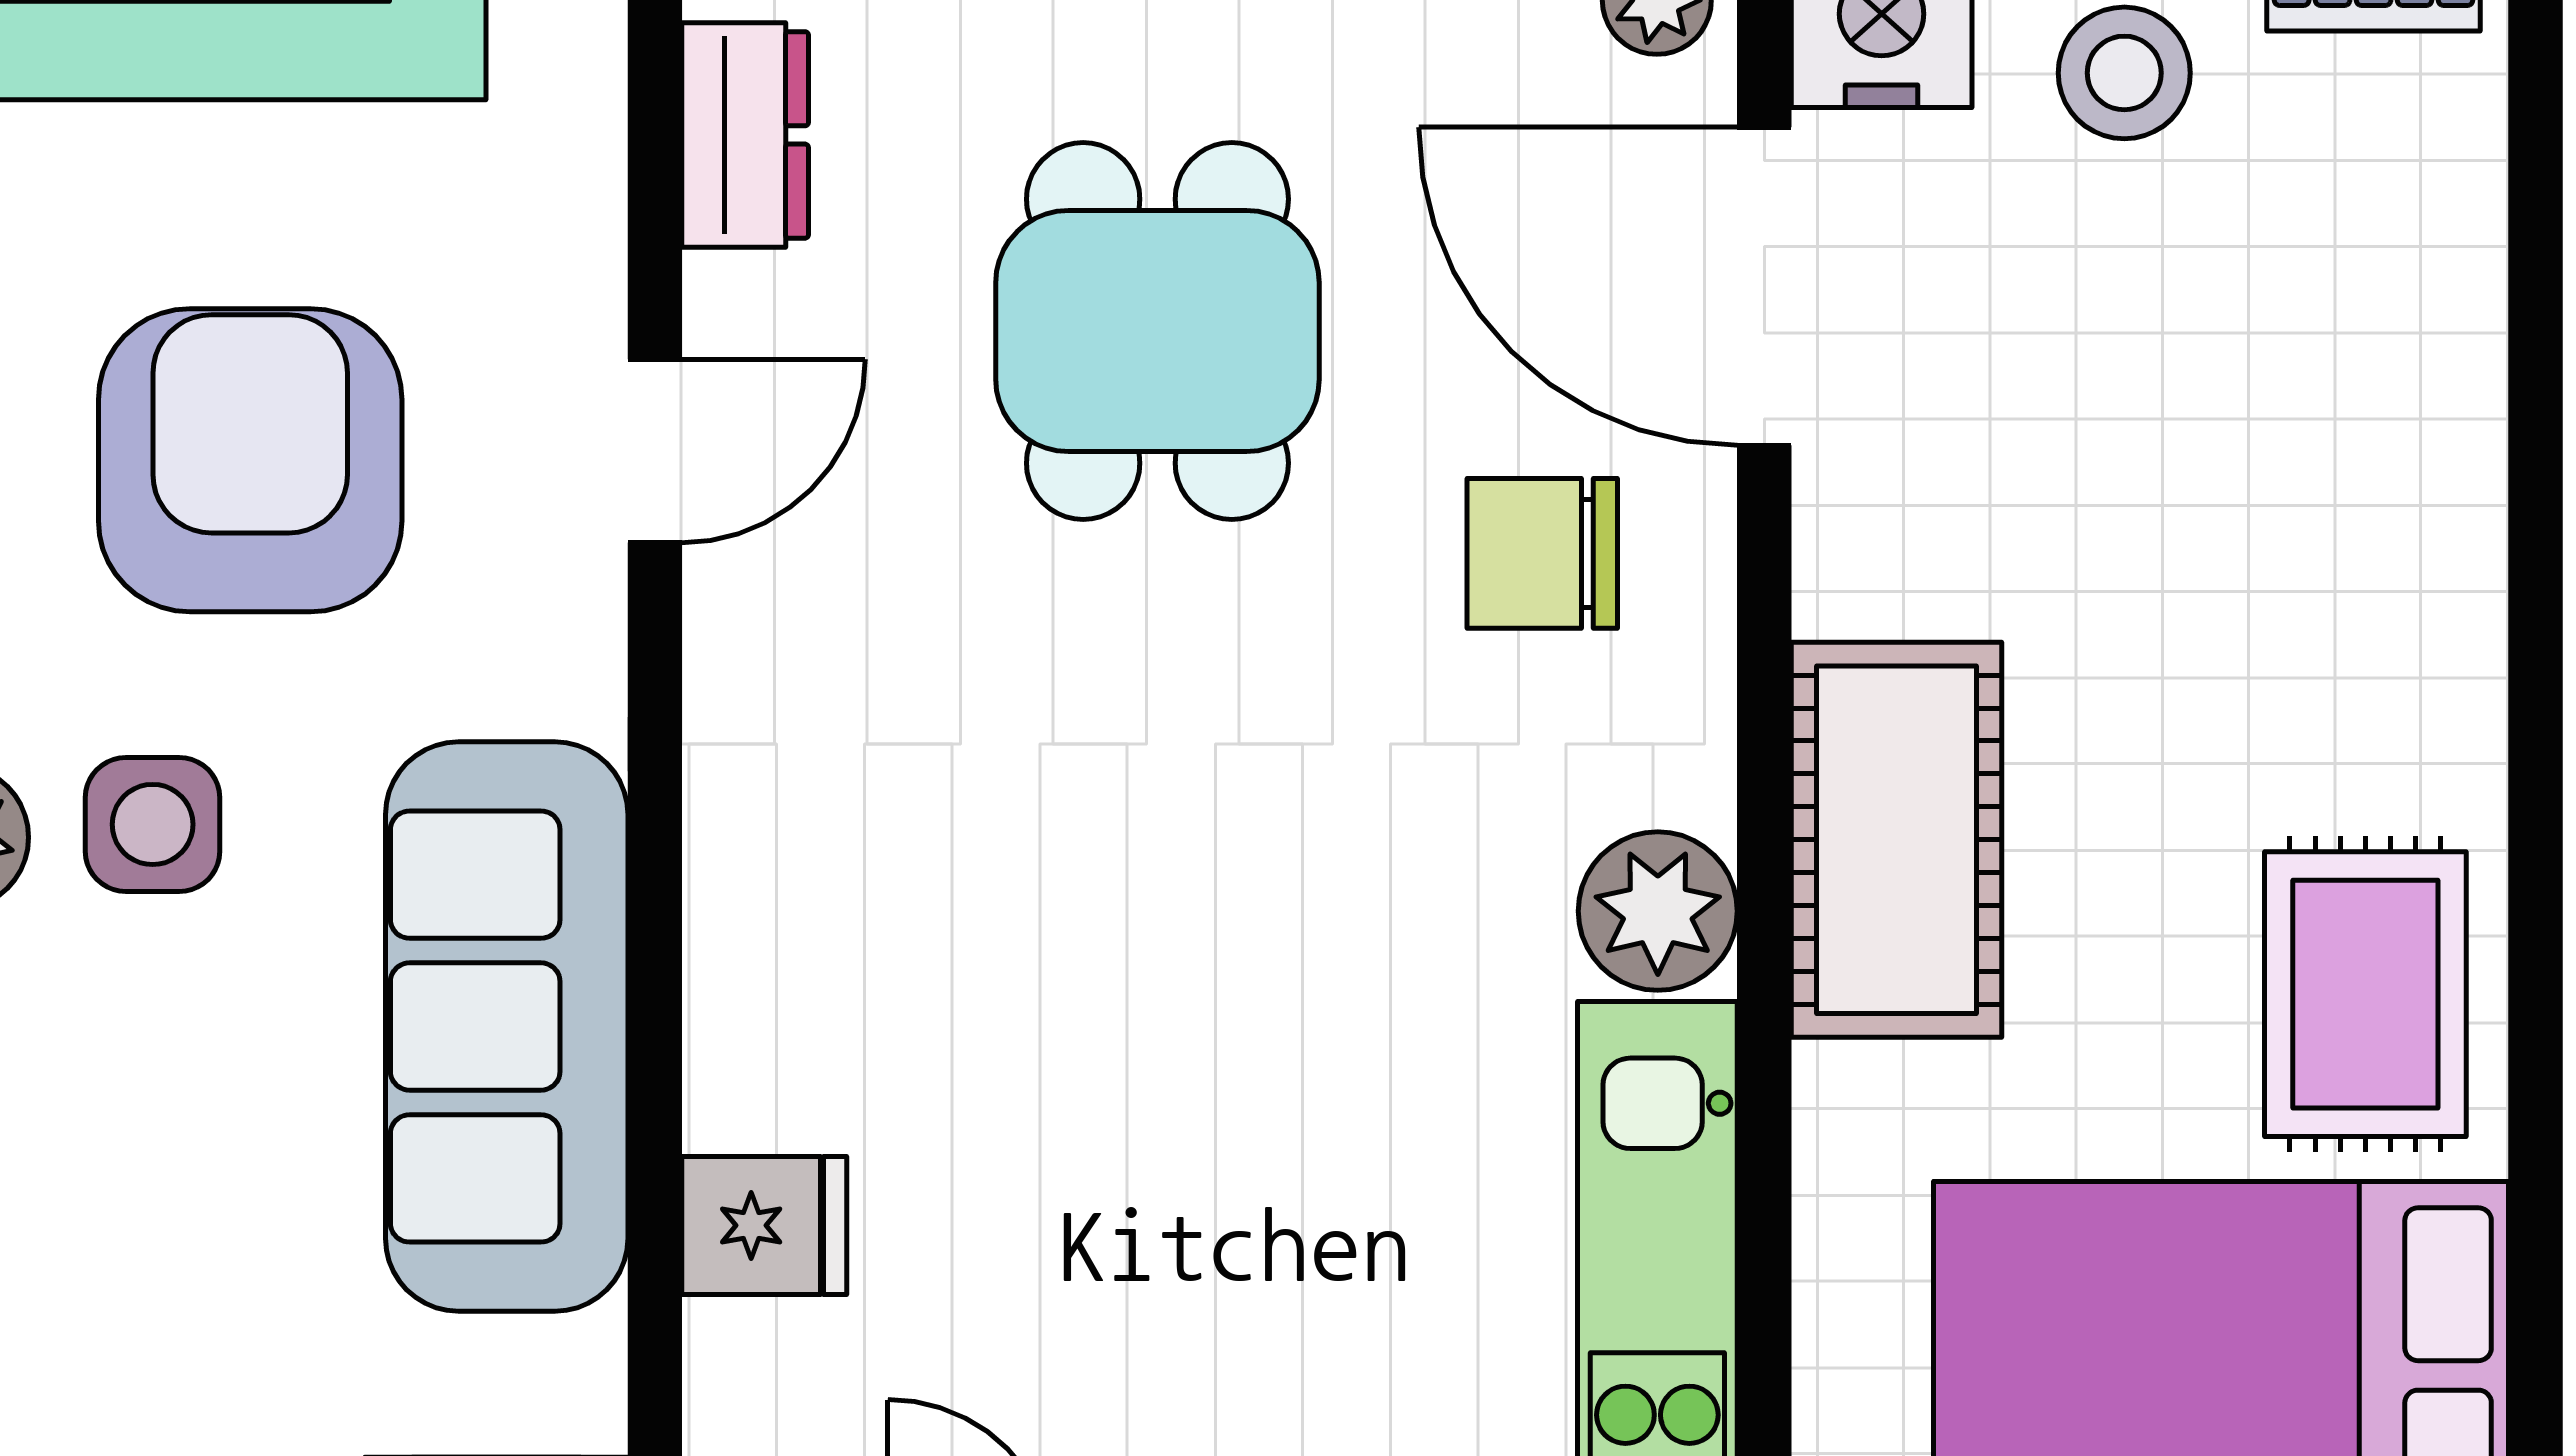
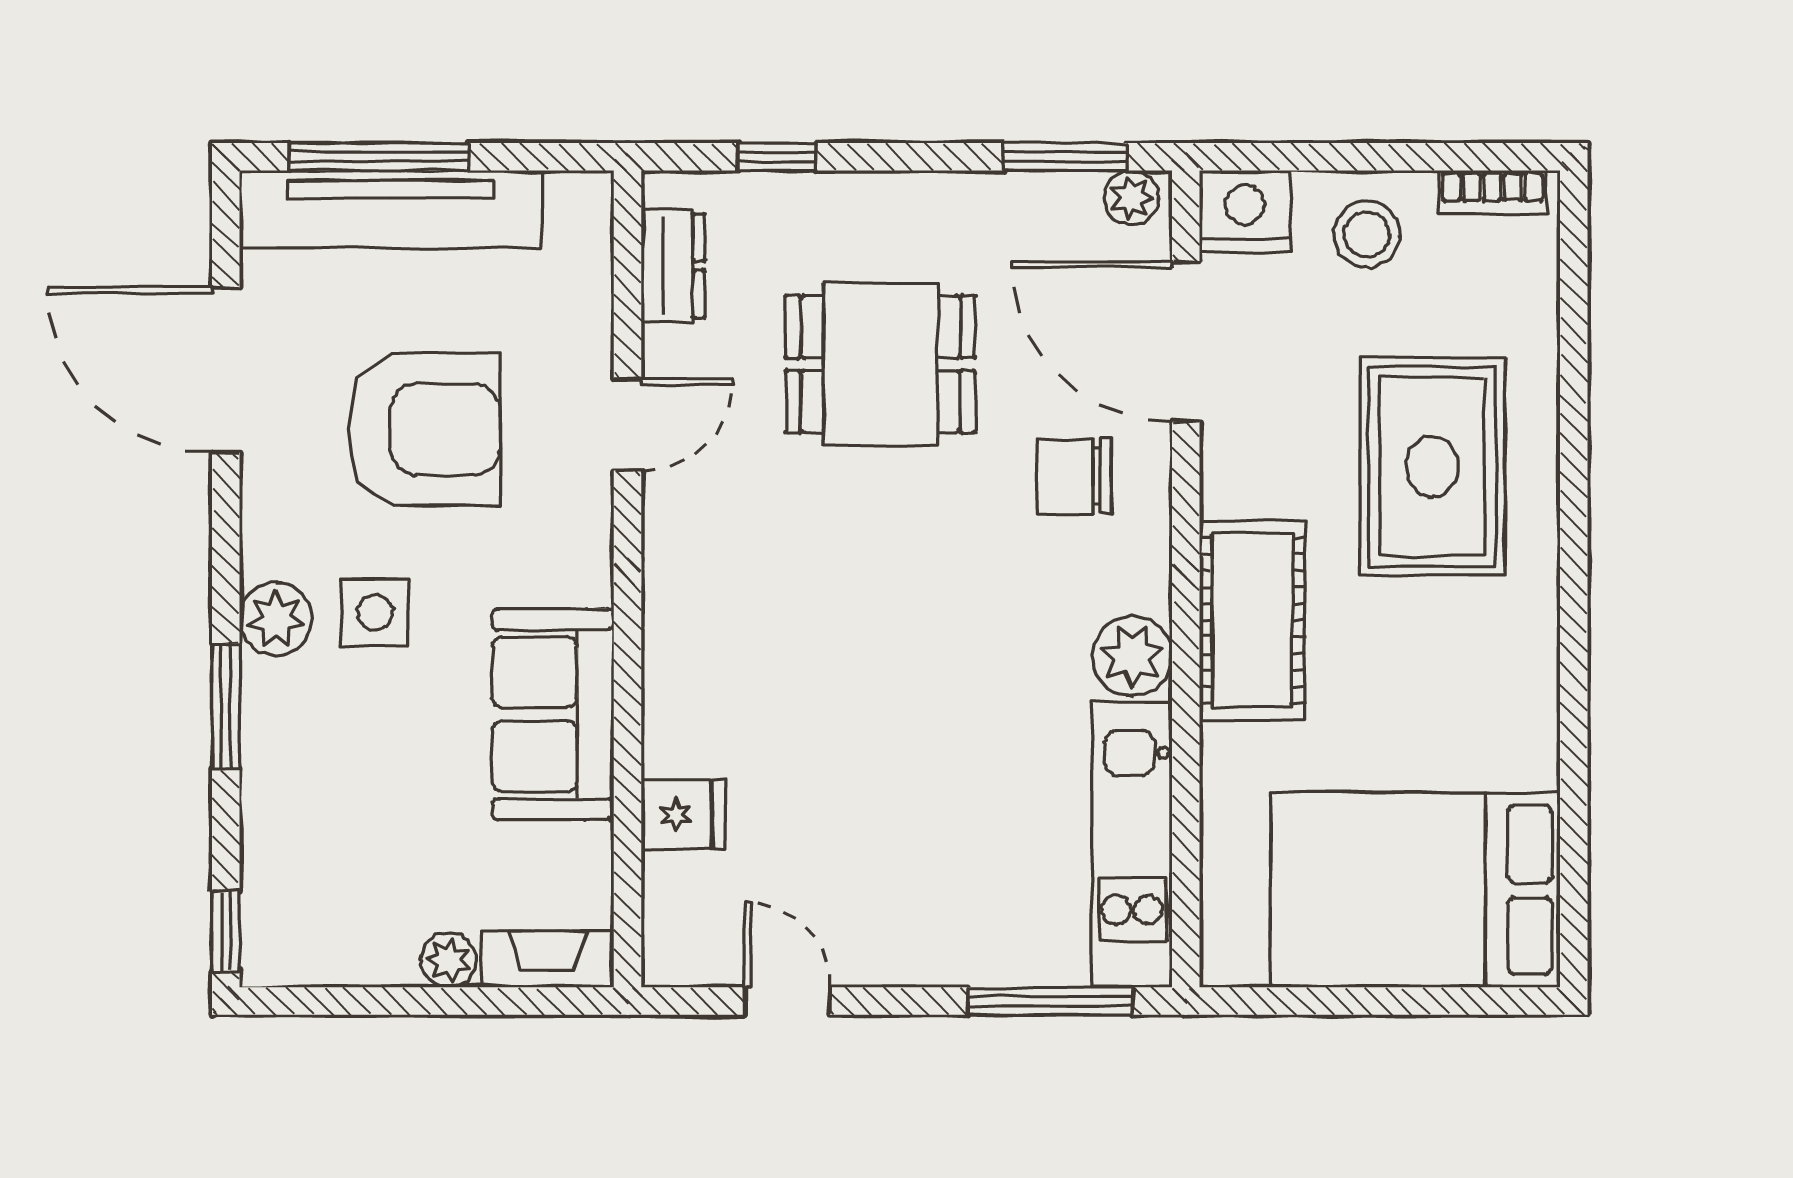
dining table: (1157, 331) -> (880, 364), turned 90
armchair: (250, 460) -> (424, 429), turned 90
rug: (2365, 994) -> (1432, 467), moved, width x1.36, depth x1.43
sofa: (507, 1027) -> (553, 714), width x0.73

